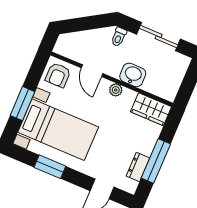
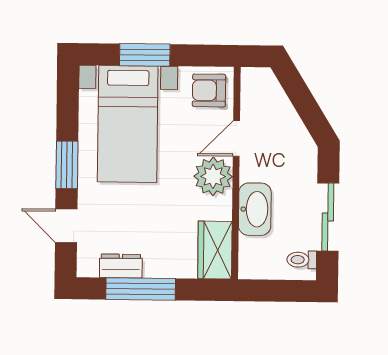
toilet: (119, 37) -> (302, 260), moved
washbasin: (133, 75) -> (255, 209), width x1.38
plant: (116, 90) -> (213, 176), width x1.88, depth x1.88
window: (50, 167) -> (67, 165), moved

